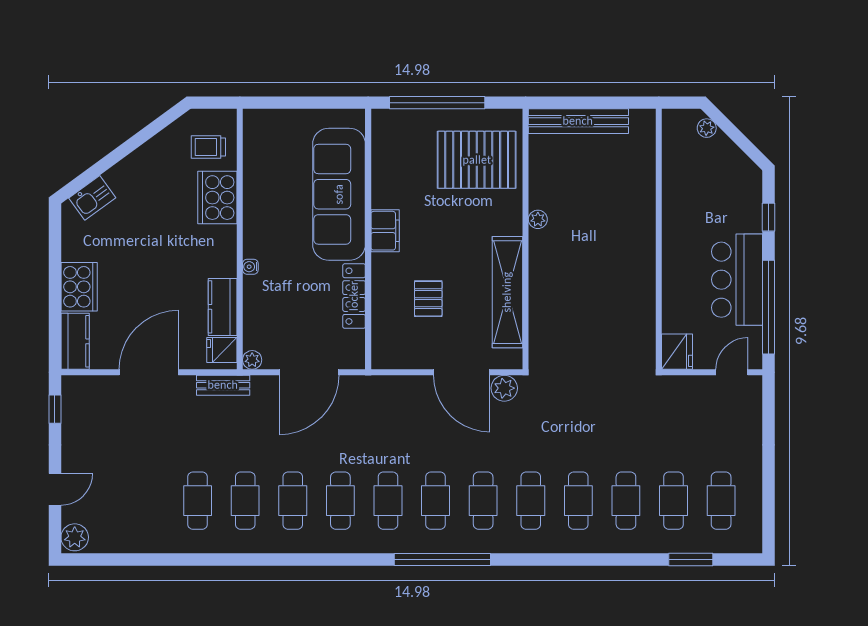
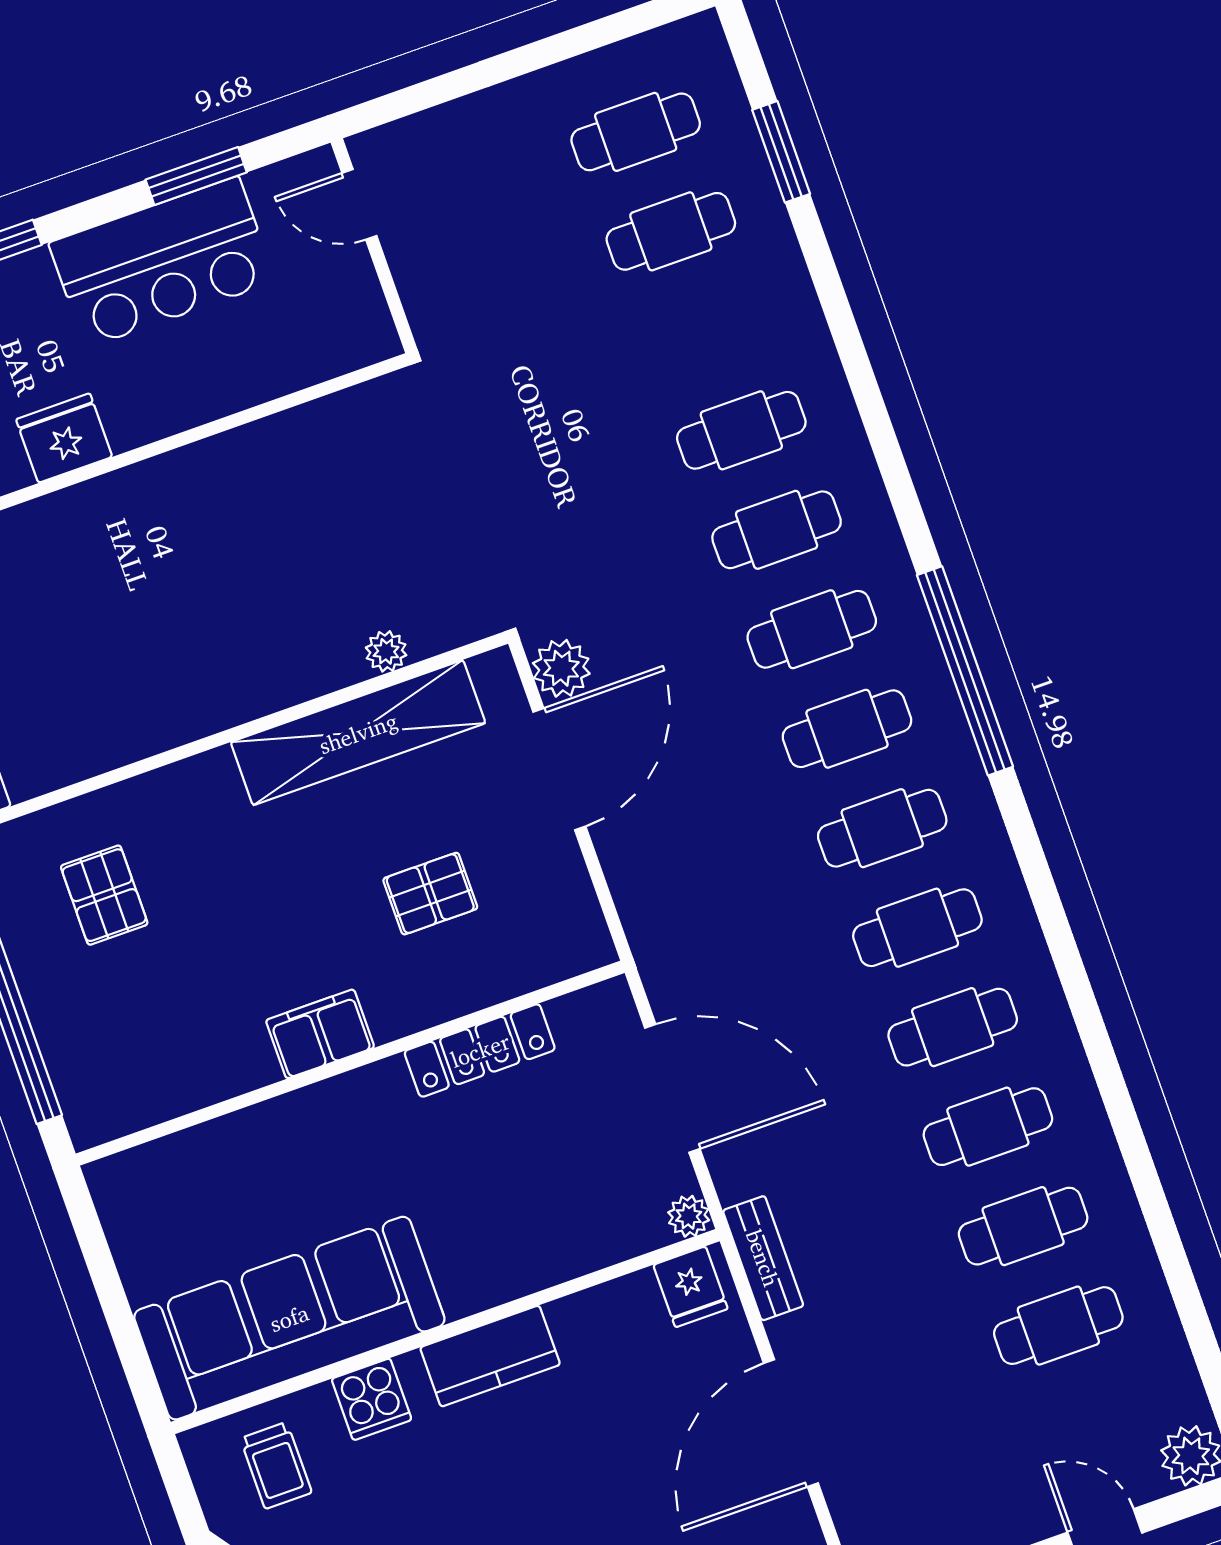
pallet: (477, 160) -> (104, 895), width x0.49, depth x0.50
sofa: (339, 194) -> (289, 1318), moved, turned 180
cooker: (217, 198) -> (372, 1399), width x0.53, depth x0.76
plant: (538, 219) -> (386, 651), moved
water cooler: (250, 267) -> (495, 1289), removed
kitchen counter: (223, 307) -> (490, 1356), moved
window: (769, 307) -> (196, 176), width x0.47
fridge: (677, 352) -> (64, 438), moved
door: (149, 372) -> (791, 1423), hinge flipped
cafe table: (626, 501) -> (1058, 1326), moved

